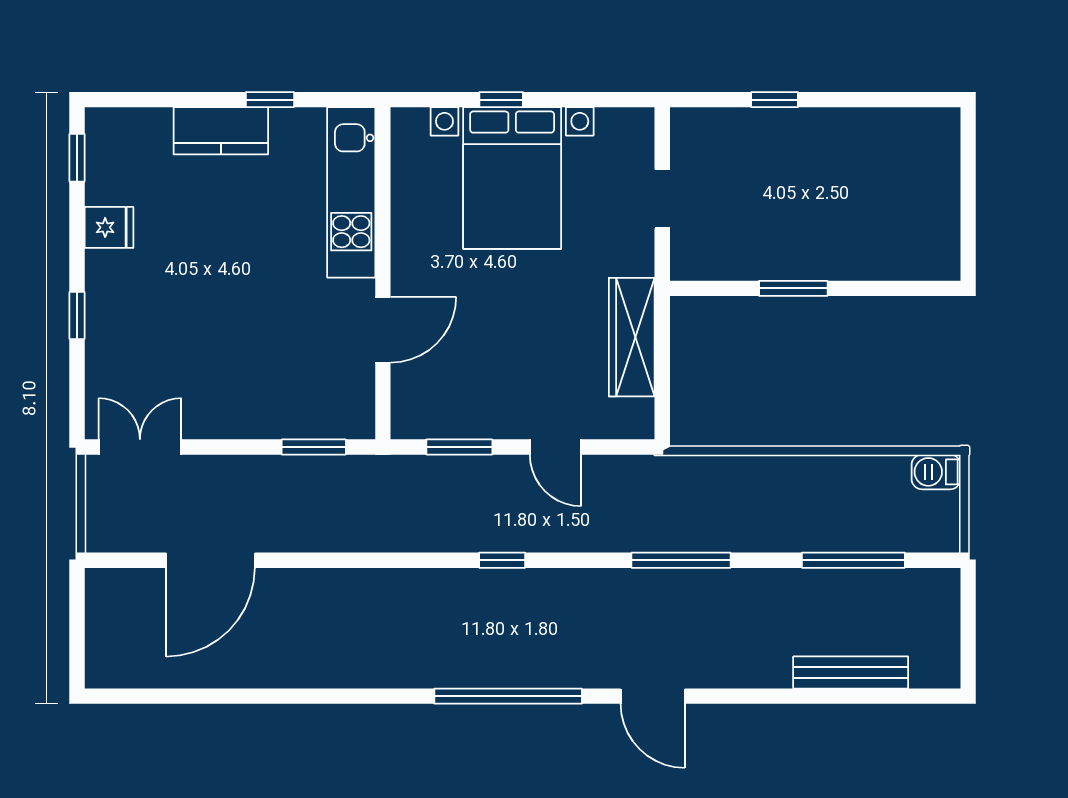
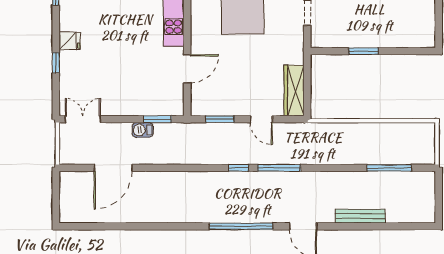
fridge: (109, 227) -> (70, 41), moved
wardrobe: (632, 337) -> (294, 91), moved
barbecue: (936, 472) -> (143, 130), moved
window: (681, 560) -> (279, 168), moved
bench: (851, 673) -> (360, 216), moved

